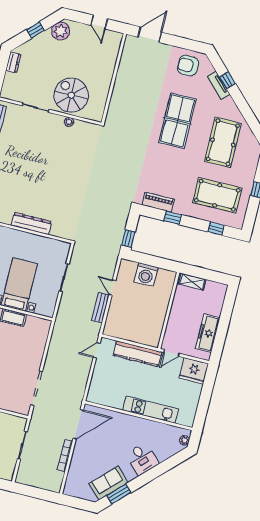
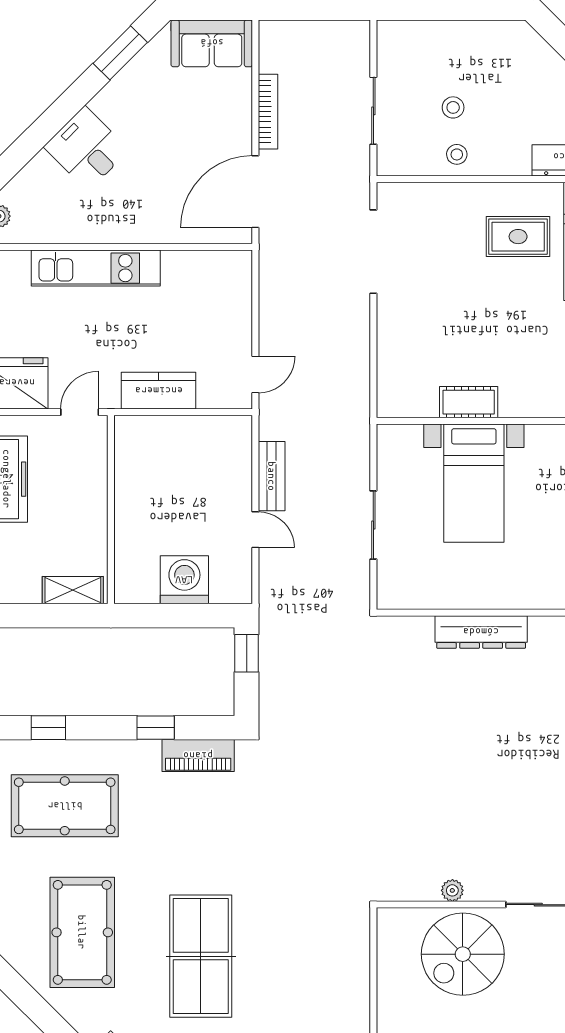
spiral stairs: (71, 95) -> (463, 954), turned 90
kitchen counter: (137, 354) -> (159, 391), width x0.67
sofa: (109, 483) -> (212, 43), moved, turned 45

